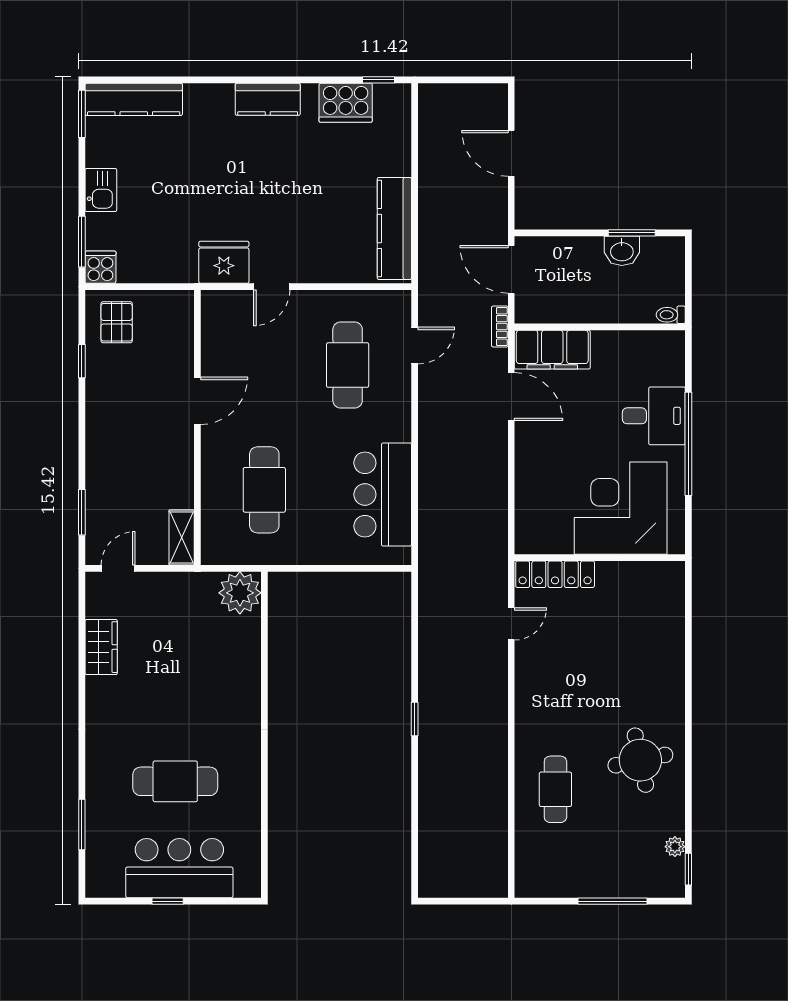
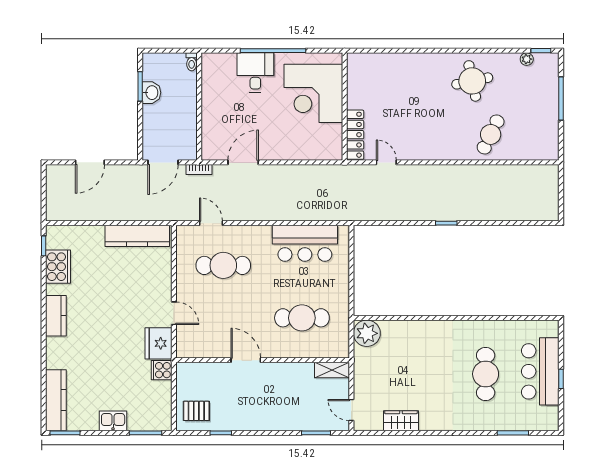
cooker: (100, 267) -> (162, 370), moved
filing cabinet: (552, 350) -> (214, 136), removed
cafe table: (555, 789) -> (491, 134), turned -64

